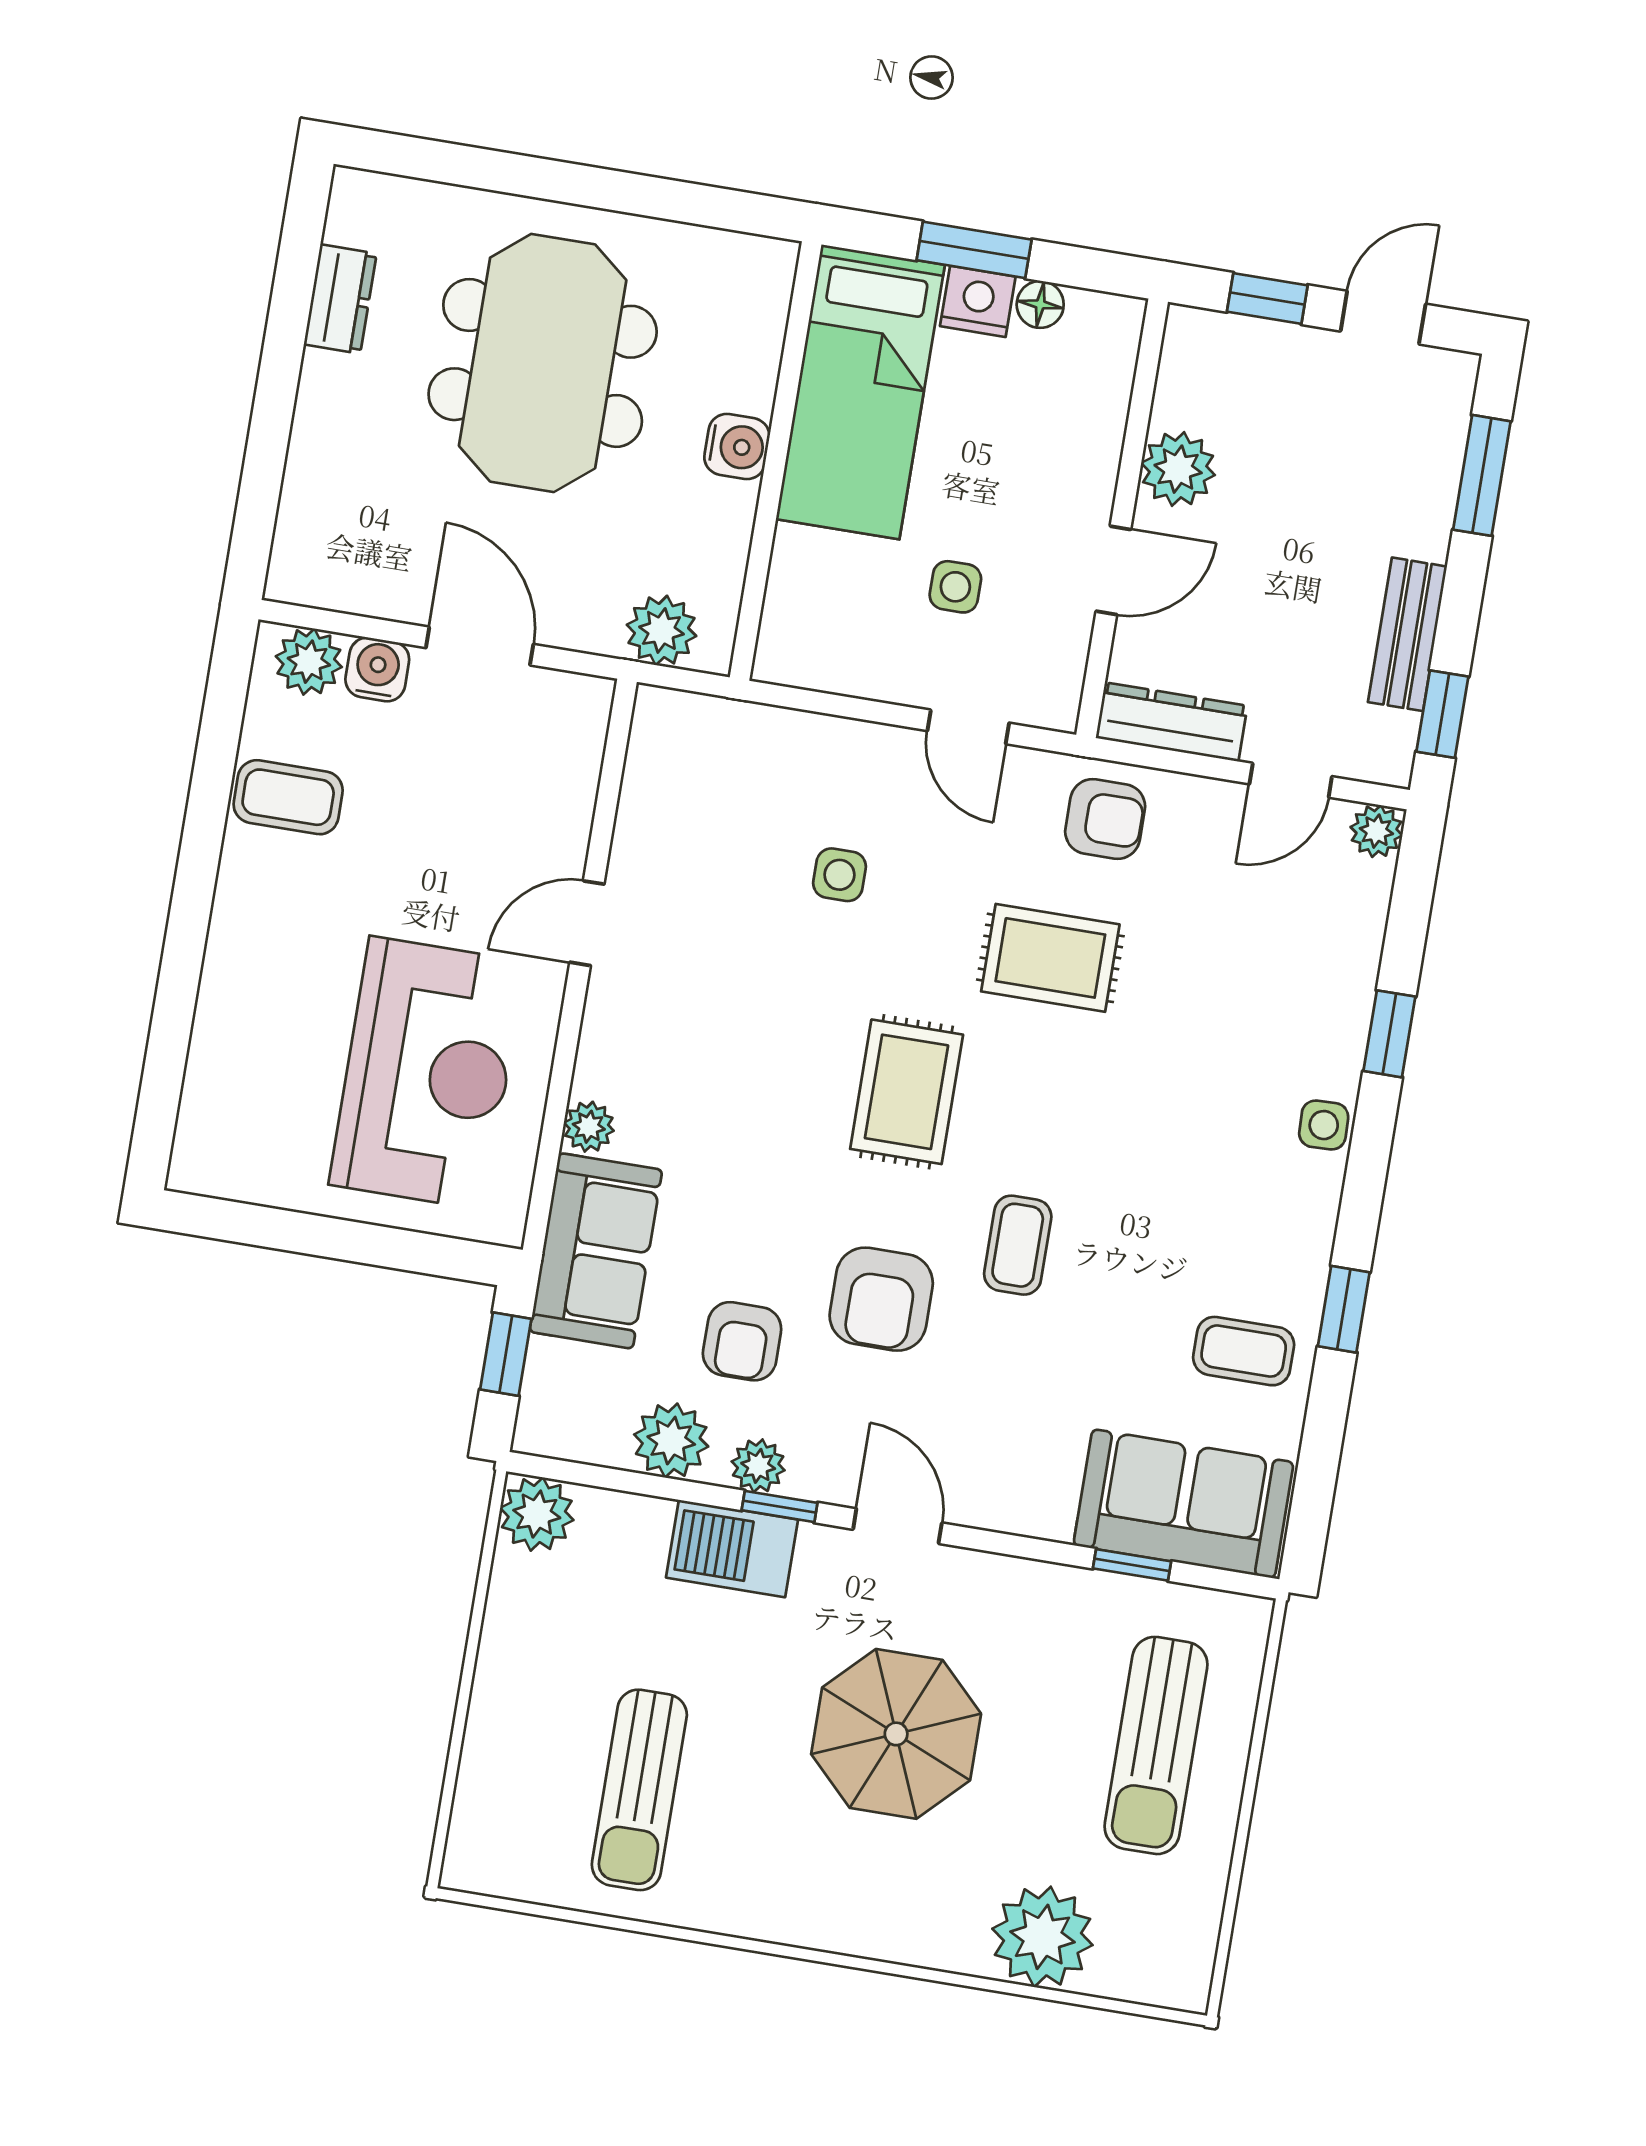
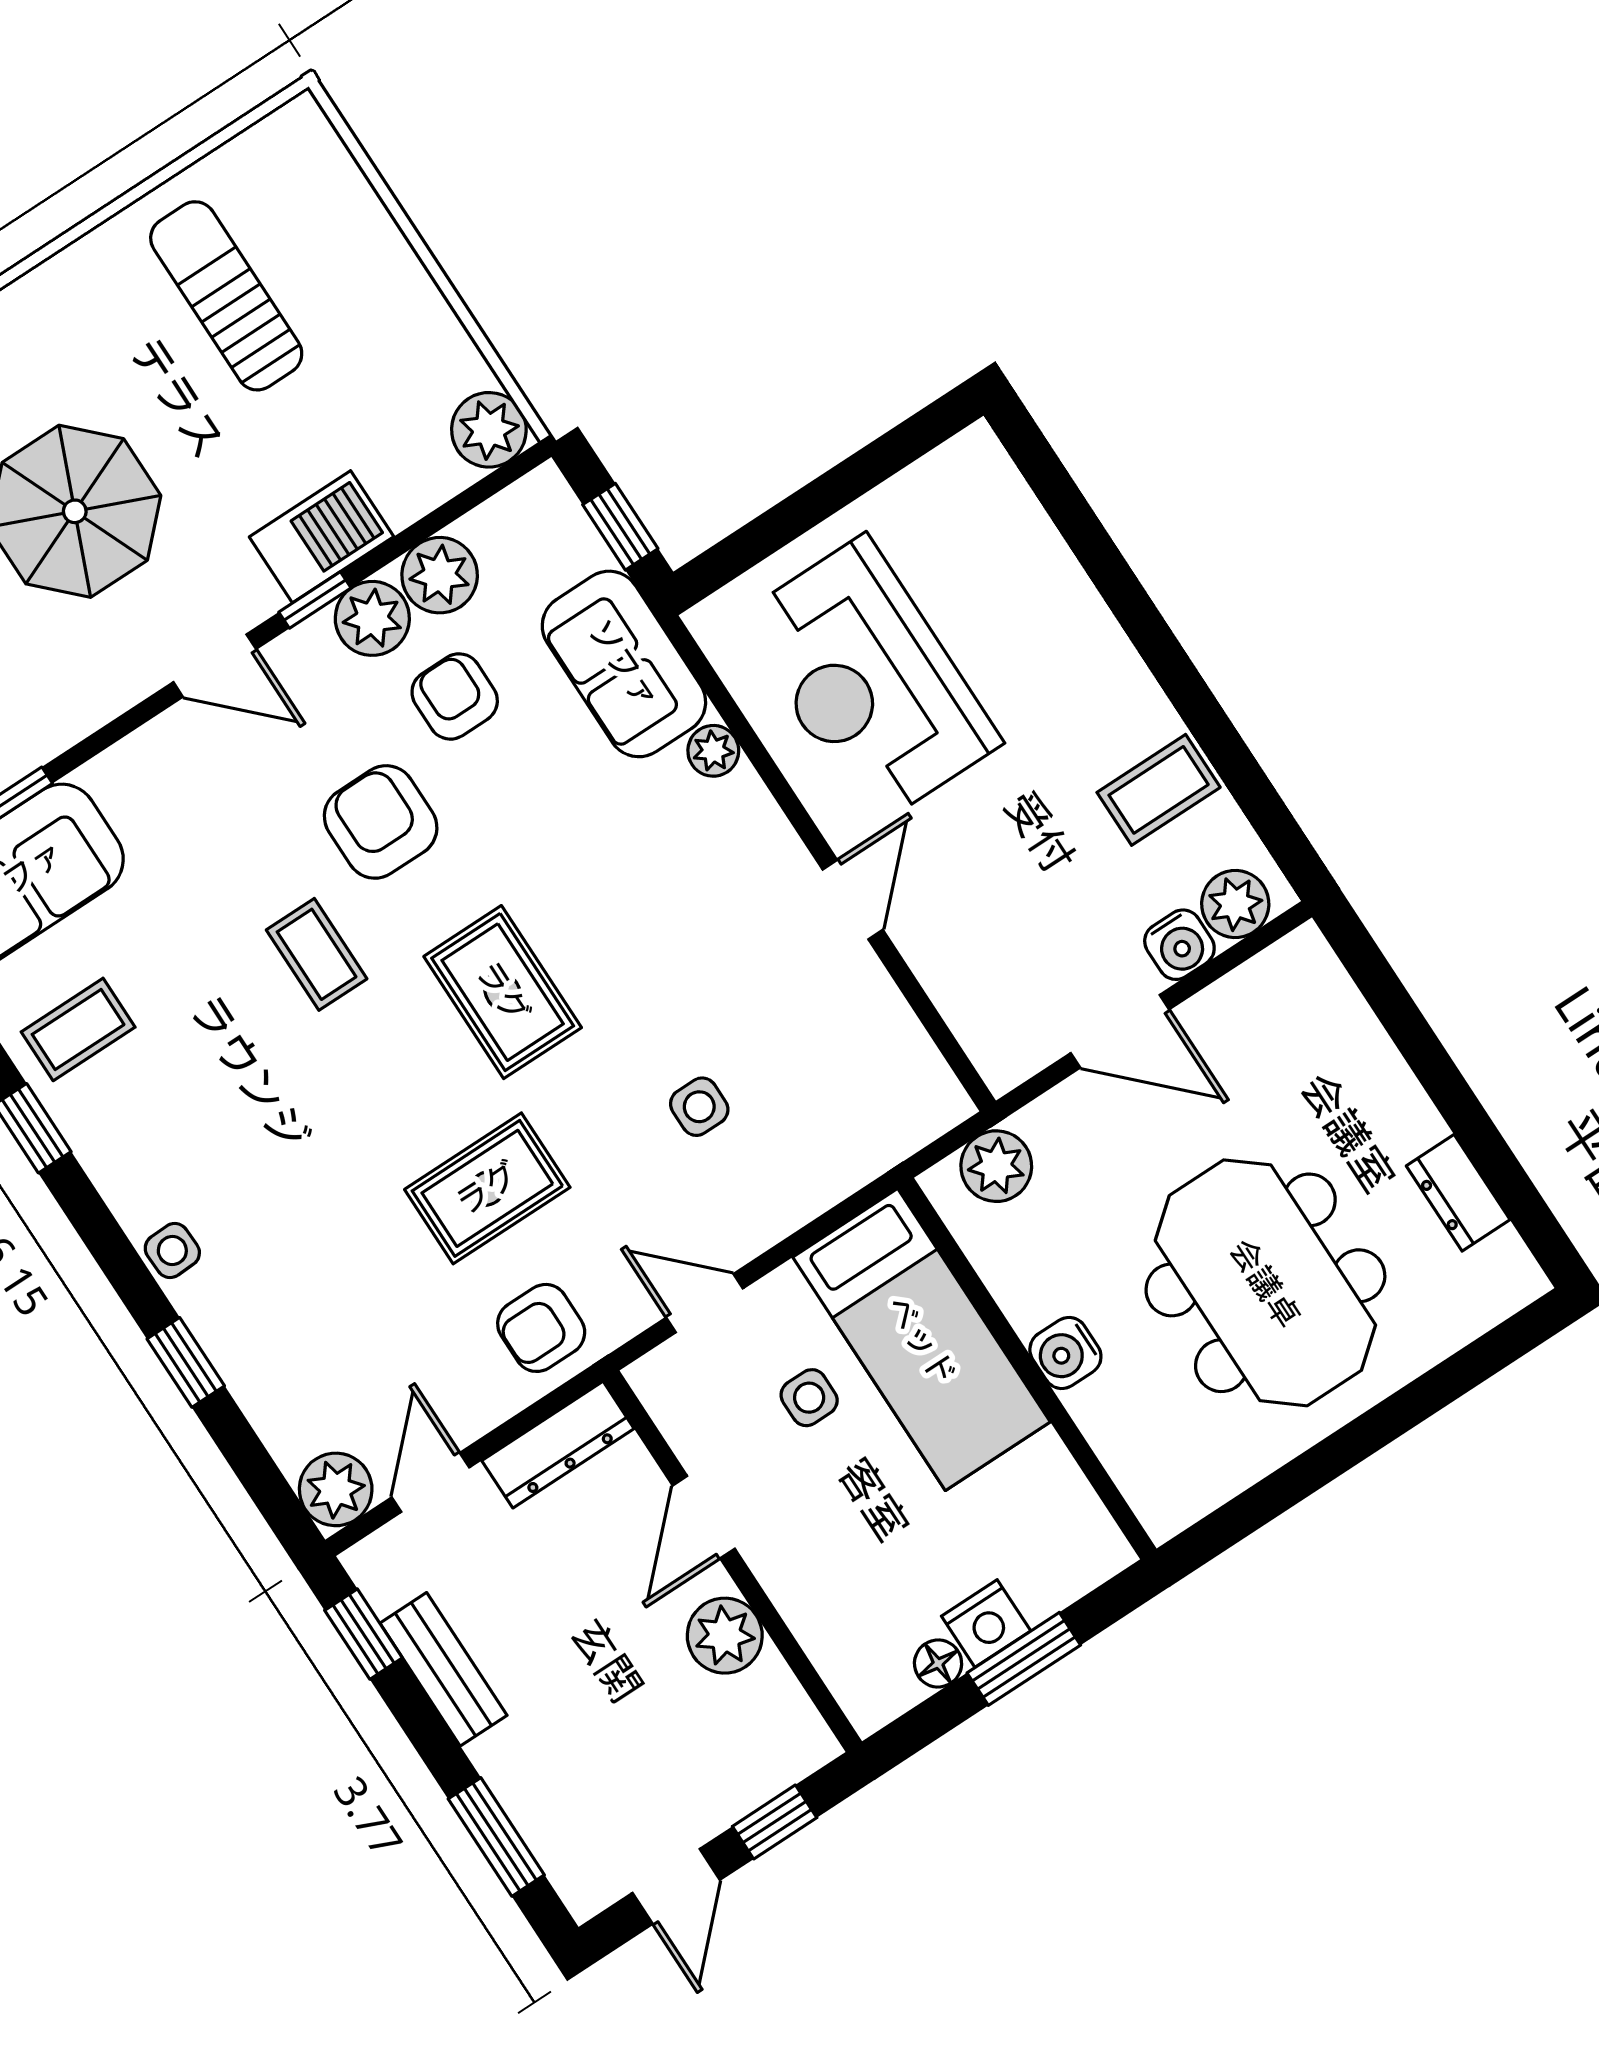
bed: (860, 392) -> (921, 1340), moved, turned 180
plant: (1376, 831) -> (336, 1489), width x1.38, depth x1.38
plant: (758, 1466) -> (372, 618), width x1.38, depth x1.38

